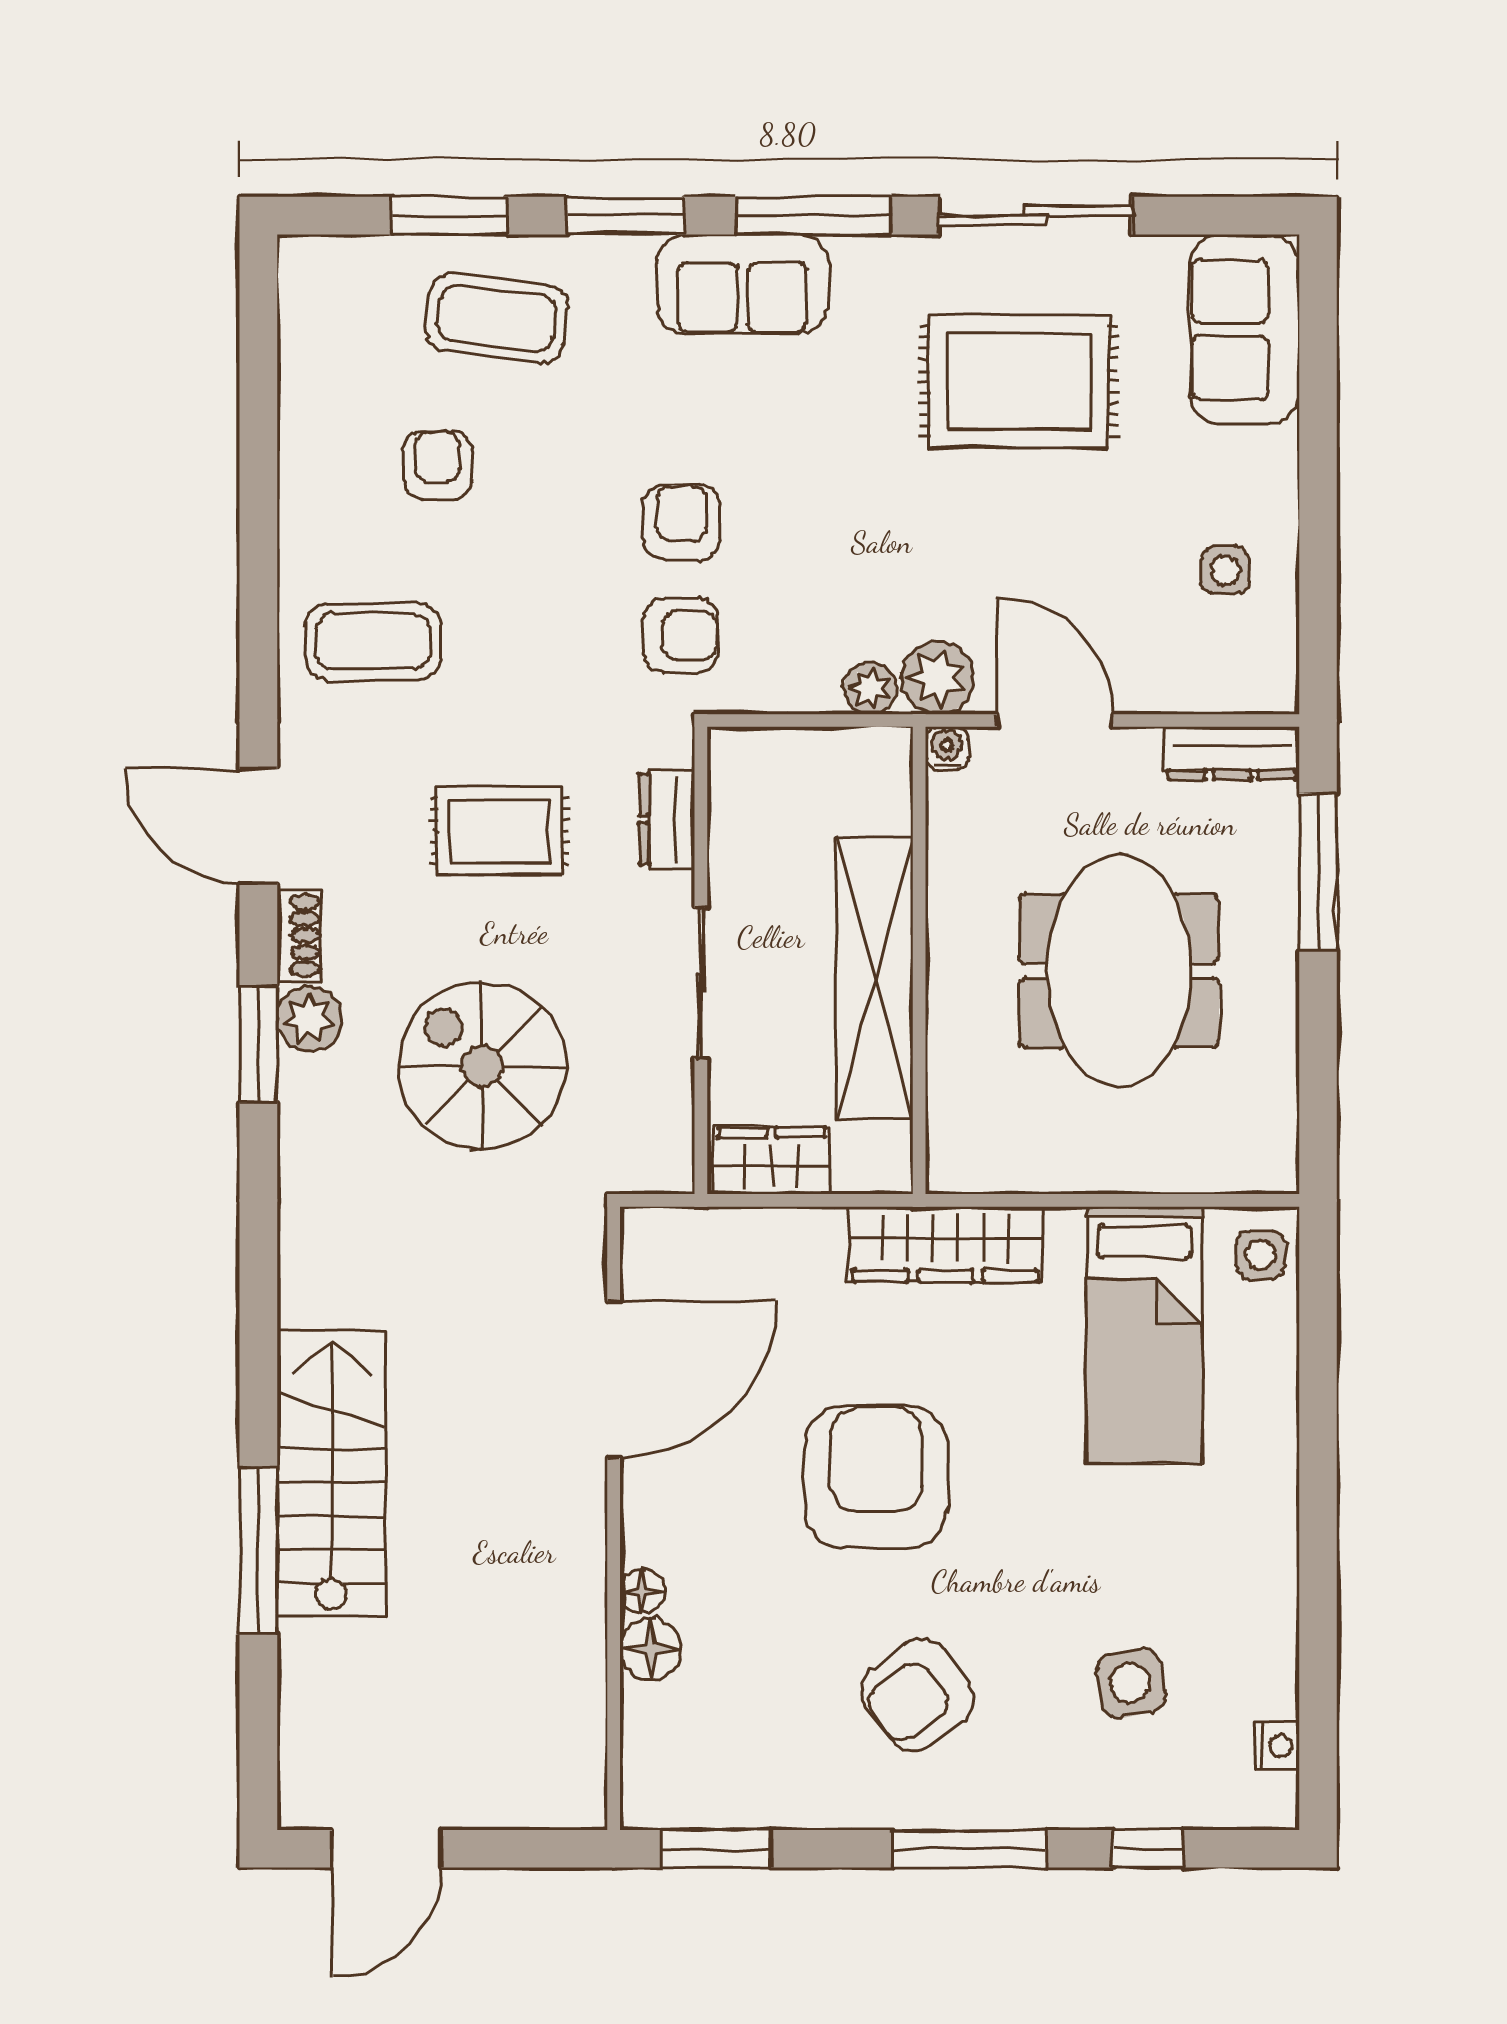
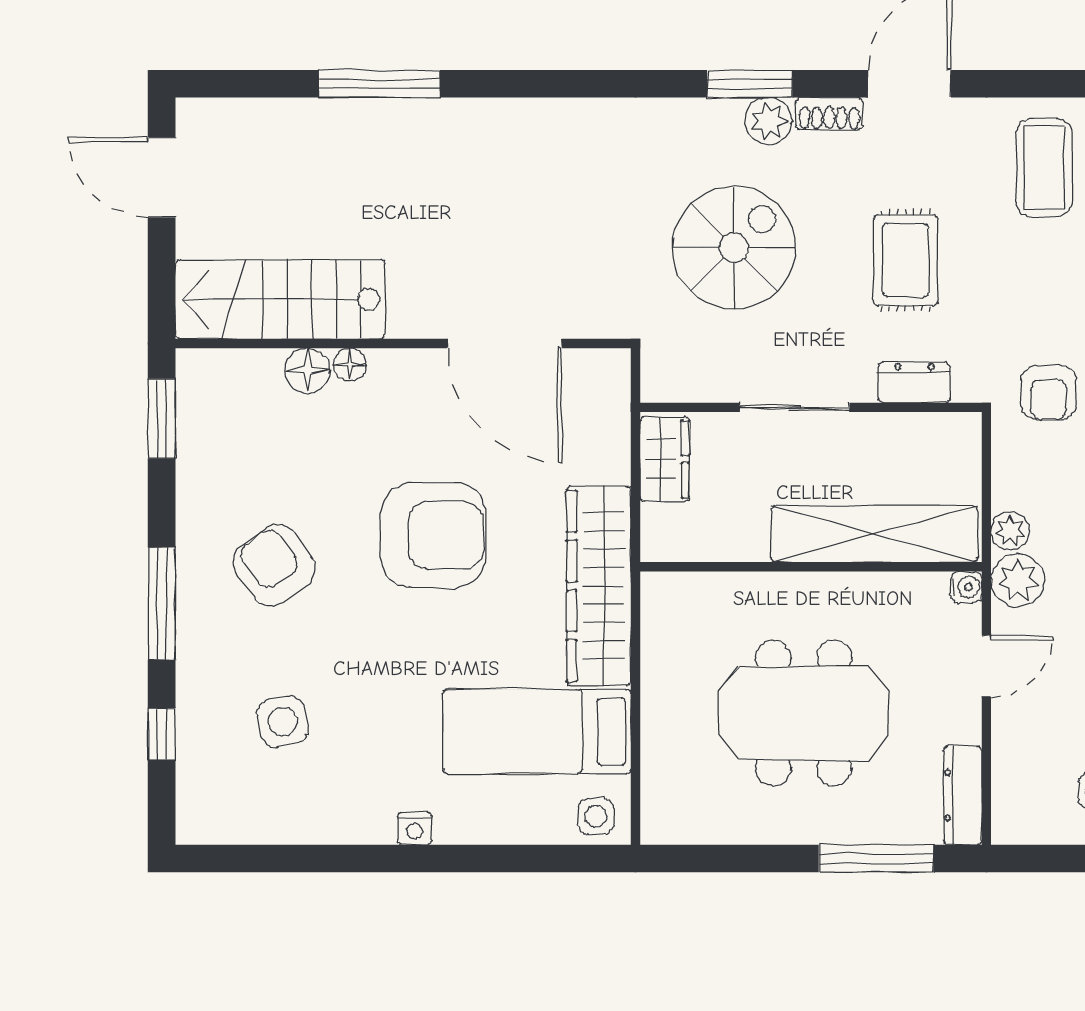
door: (1055, 720) -> (986, 666), width x0.73
shelving: (874, 978) -> (874, 534), moved
wardrobe: (945, 1244) -> (599, 586), width x1.40, depth x1.17
stairs: (331, 1473) -> (280, 299), moved, turned 180
nightstand: (1277, 1746) -> (415, 829), moved

